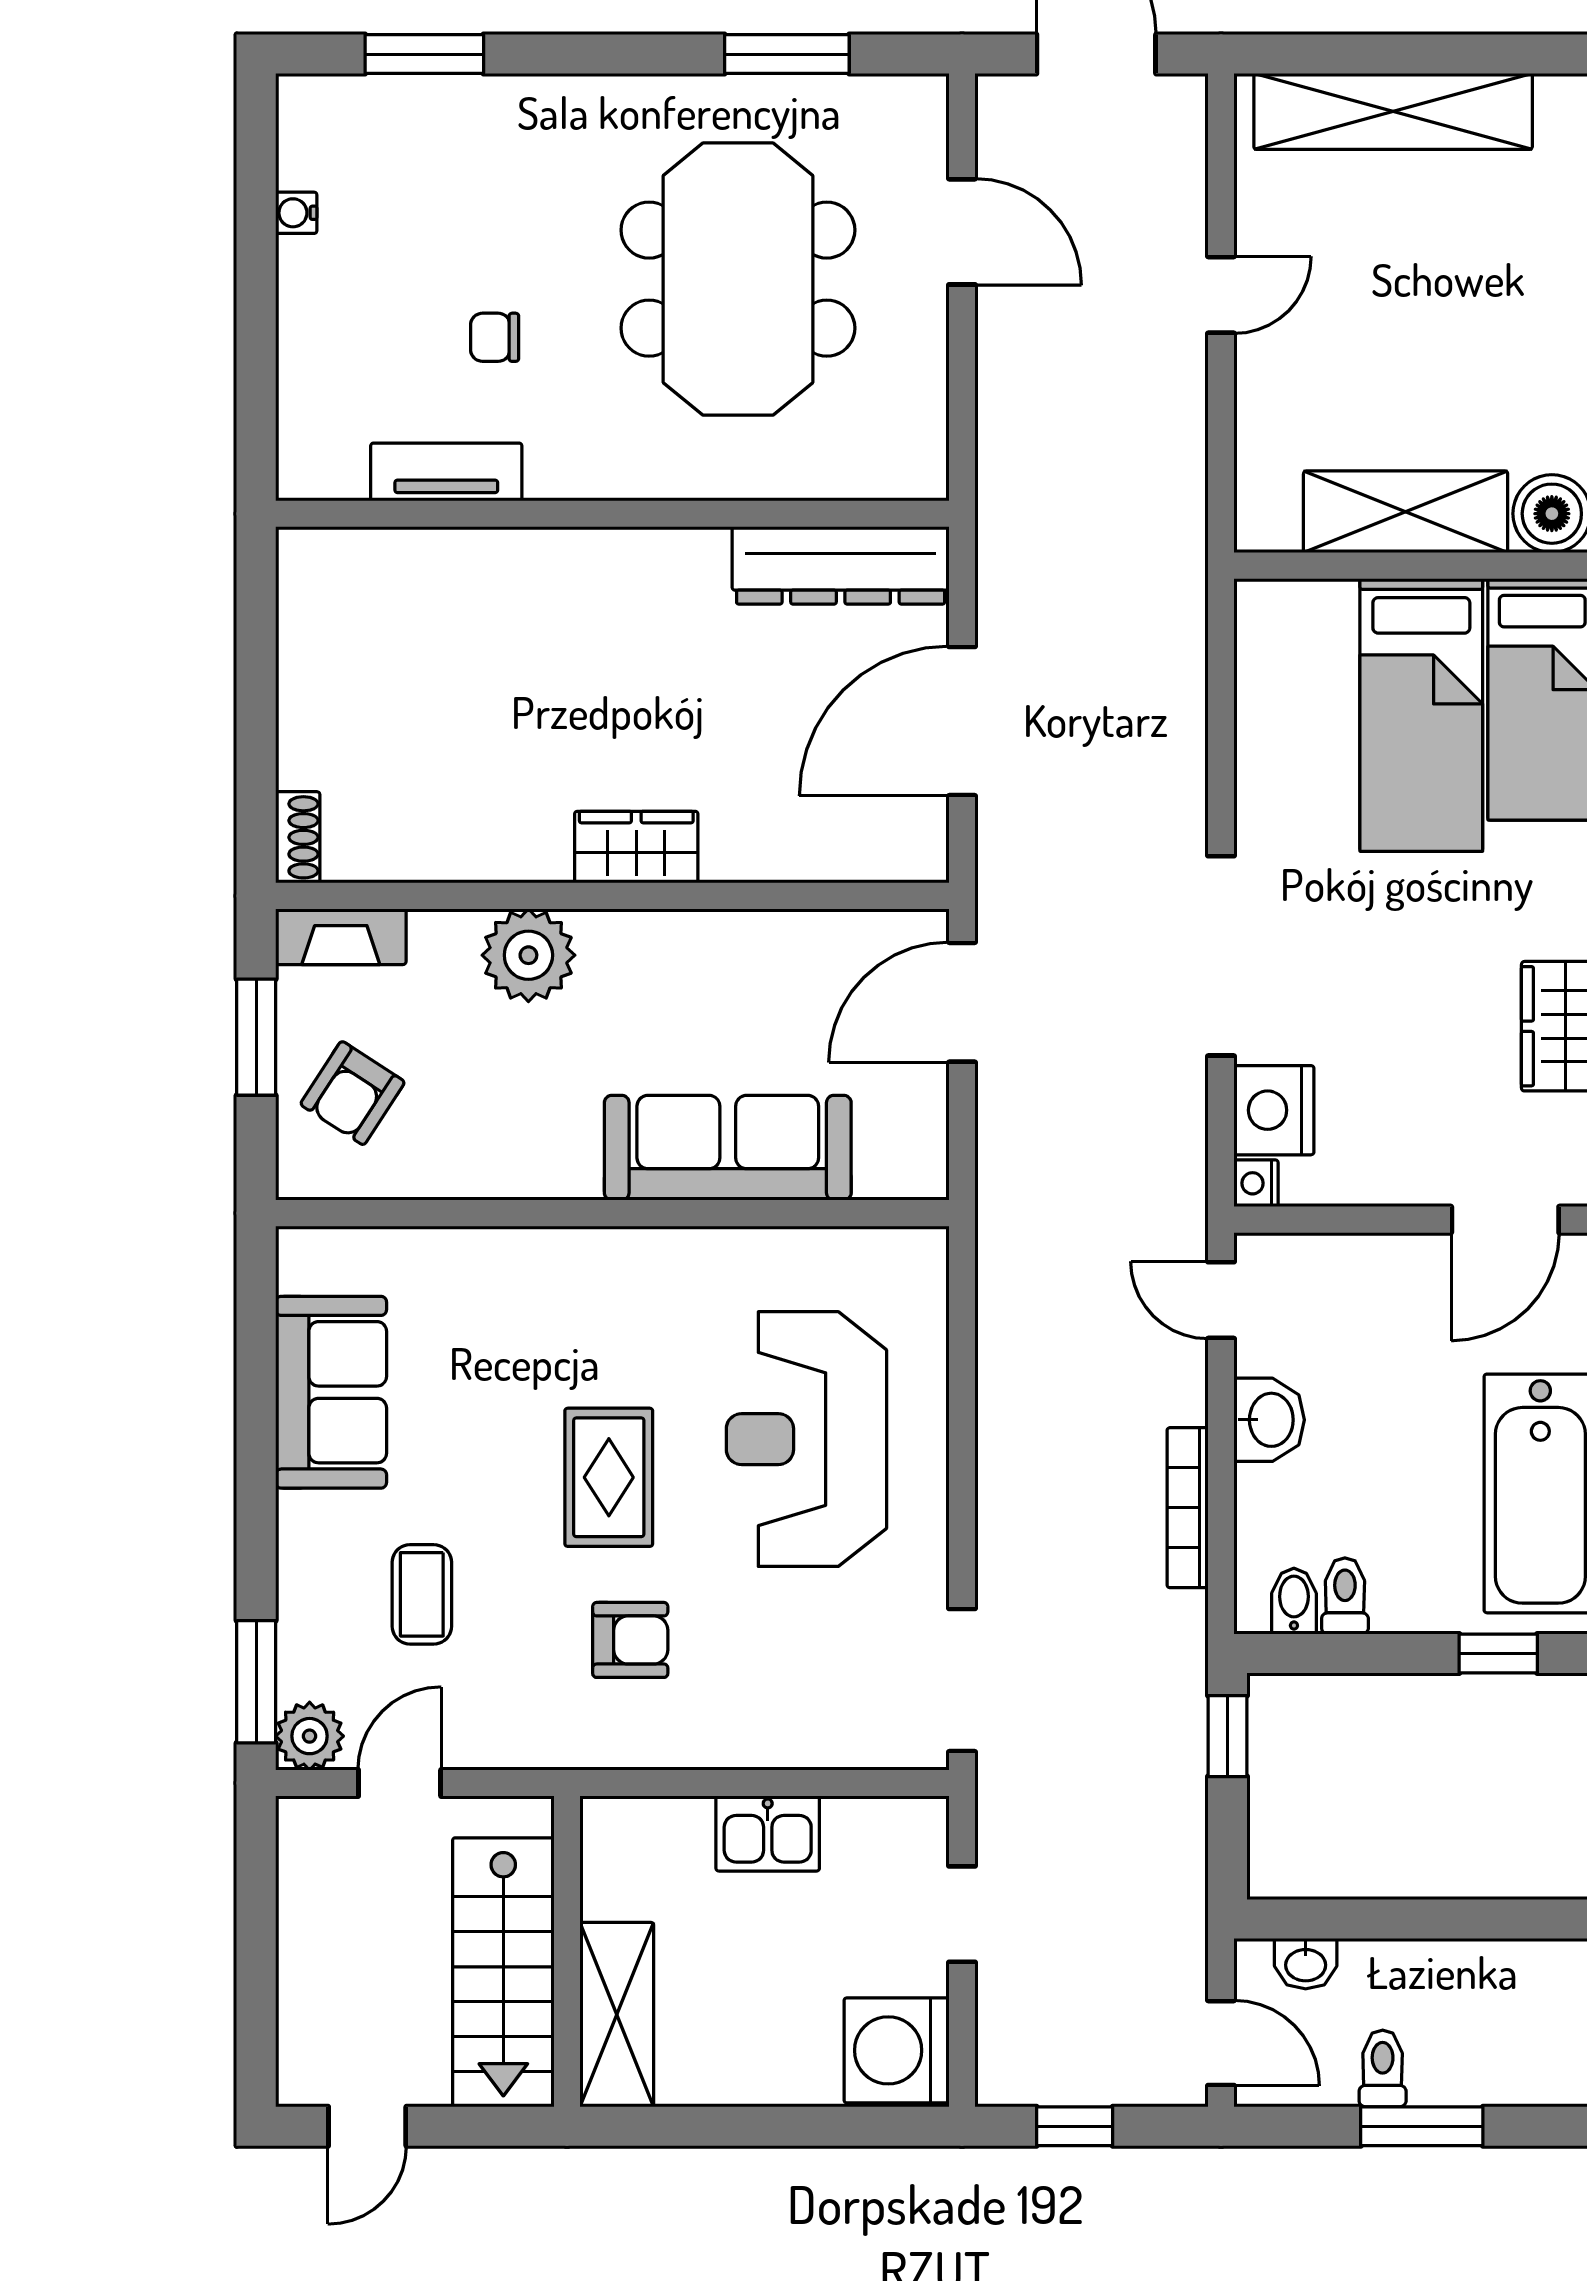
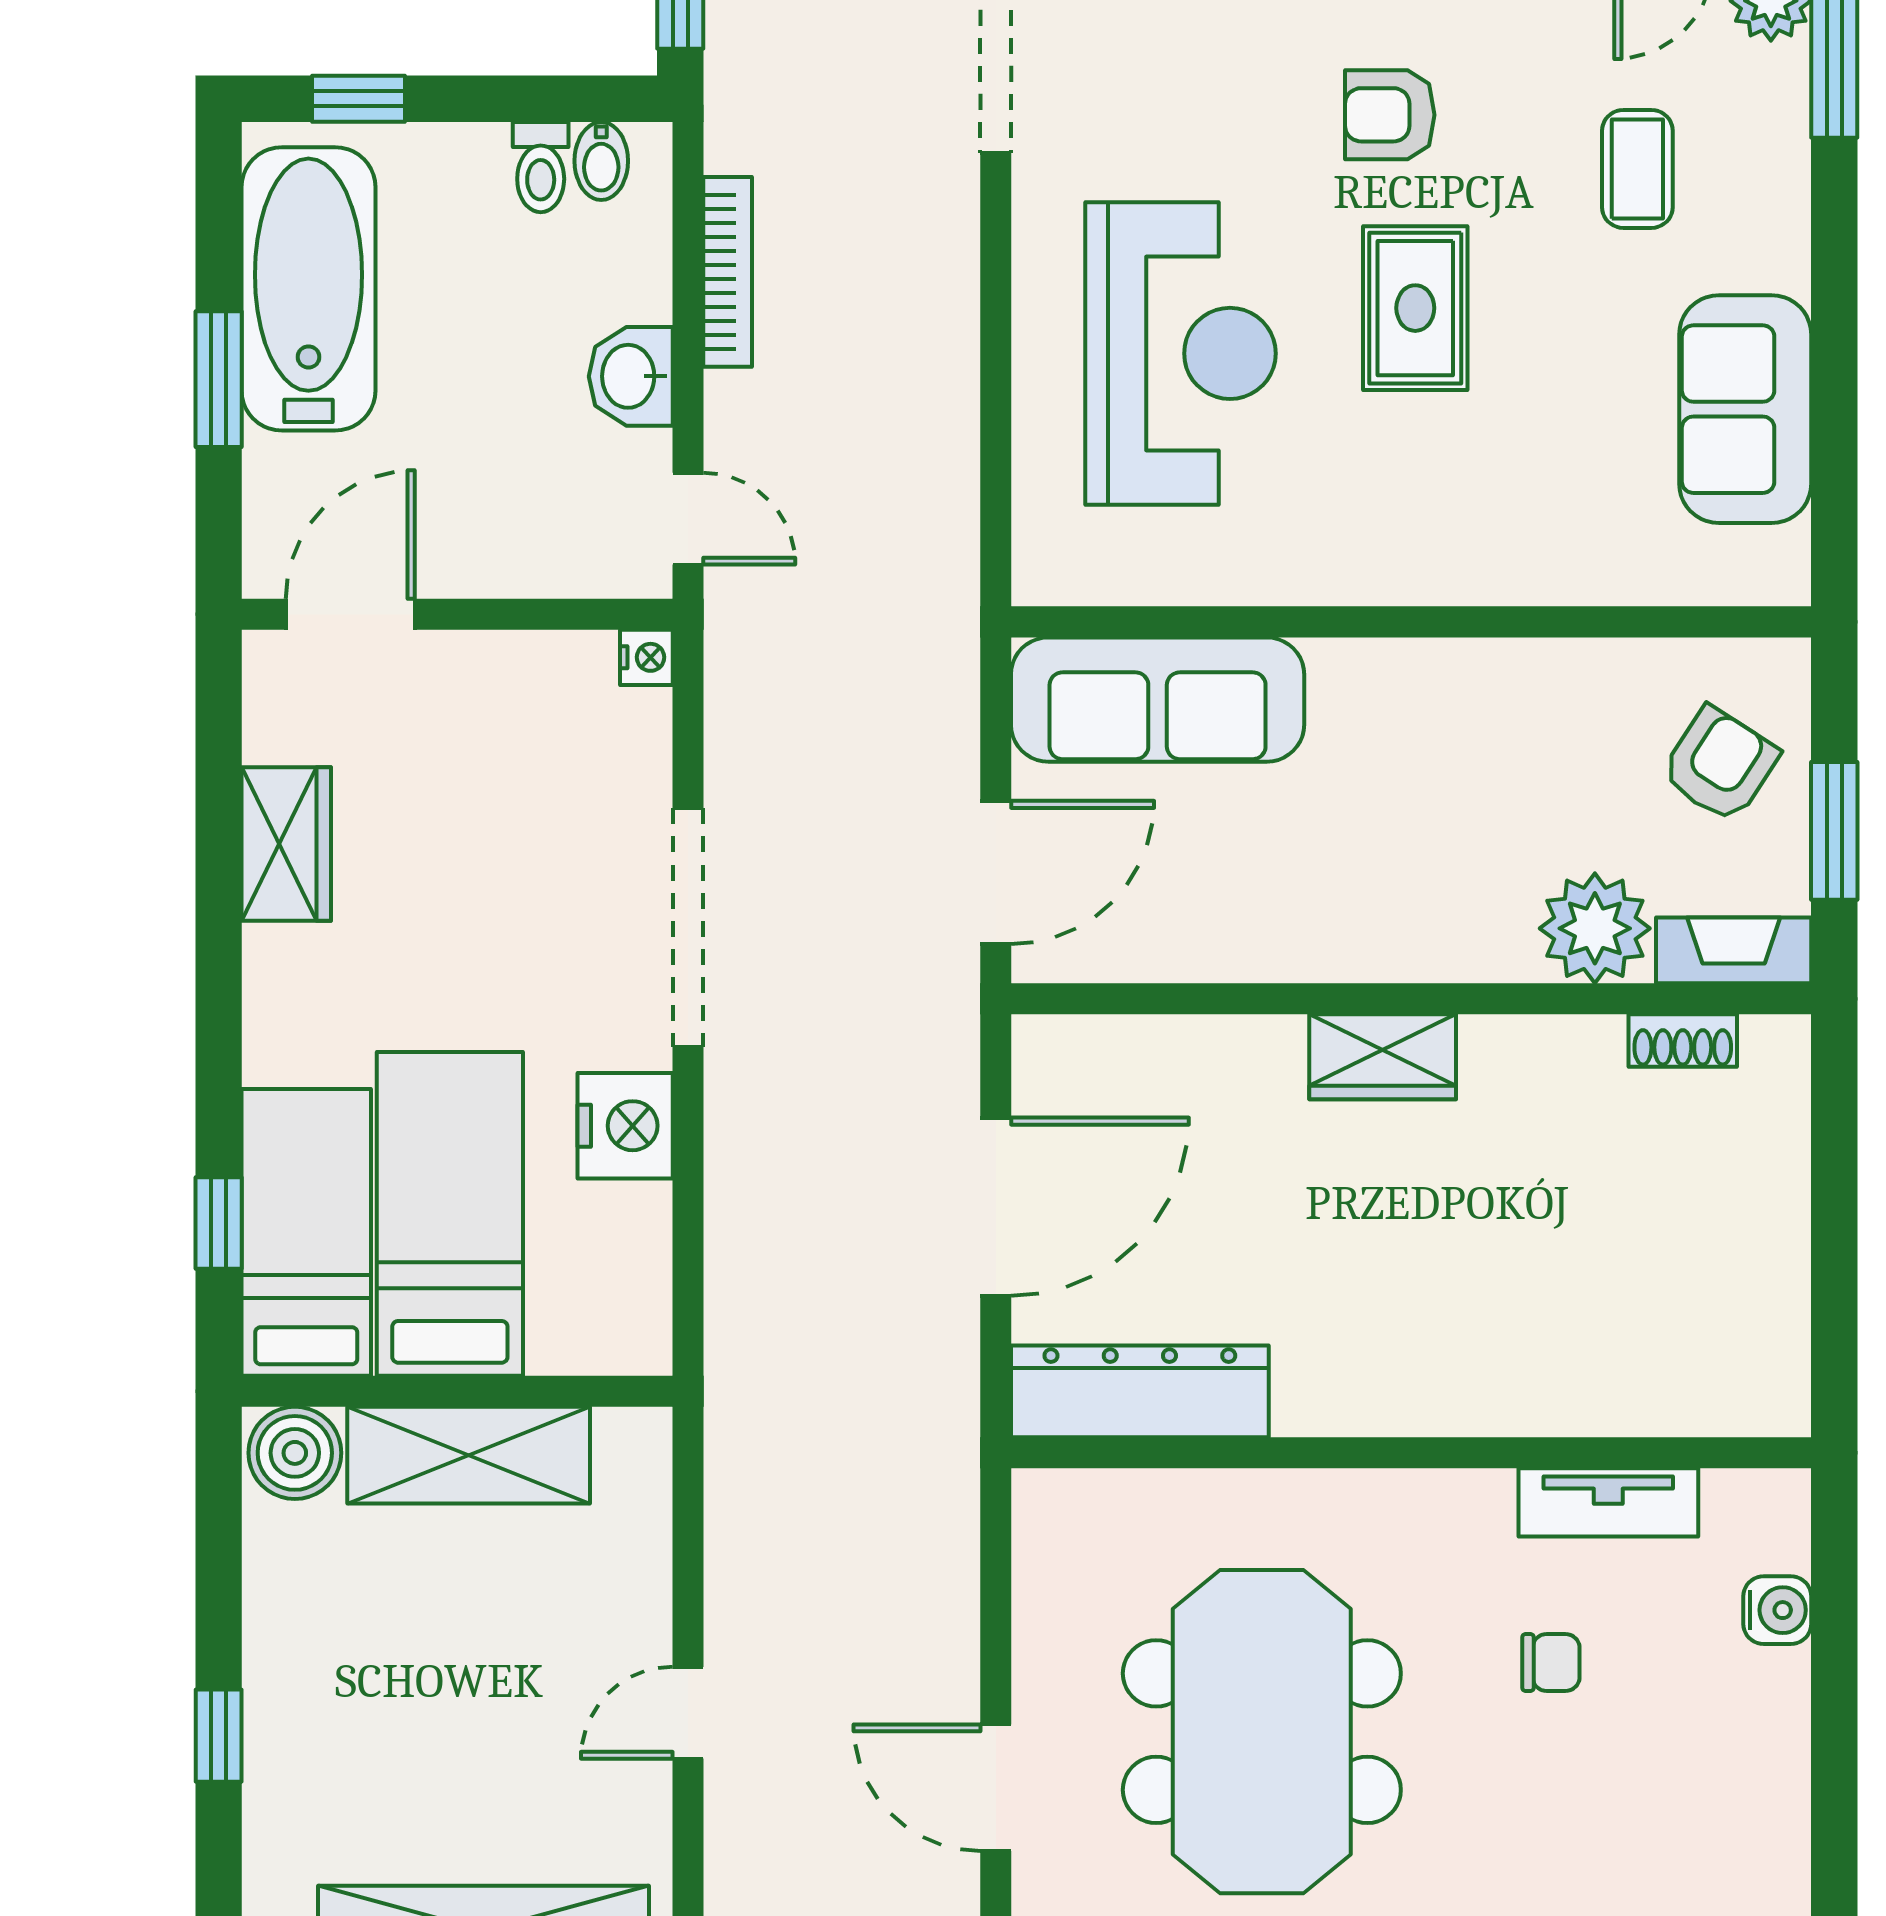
water cooler: (296, 213) -> (1777, 1610), moved, width x1.38, depth x1.38
shoe rack: (298, 837) -> (1683, 1041), moved, turned -90
plant: (528, 955) -> (1595, 928), moved
nightstand: (1274, 1110) -> (625, 1126), moved
sofa: (728, 1148) -> (1158, 700), moved

